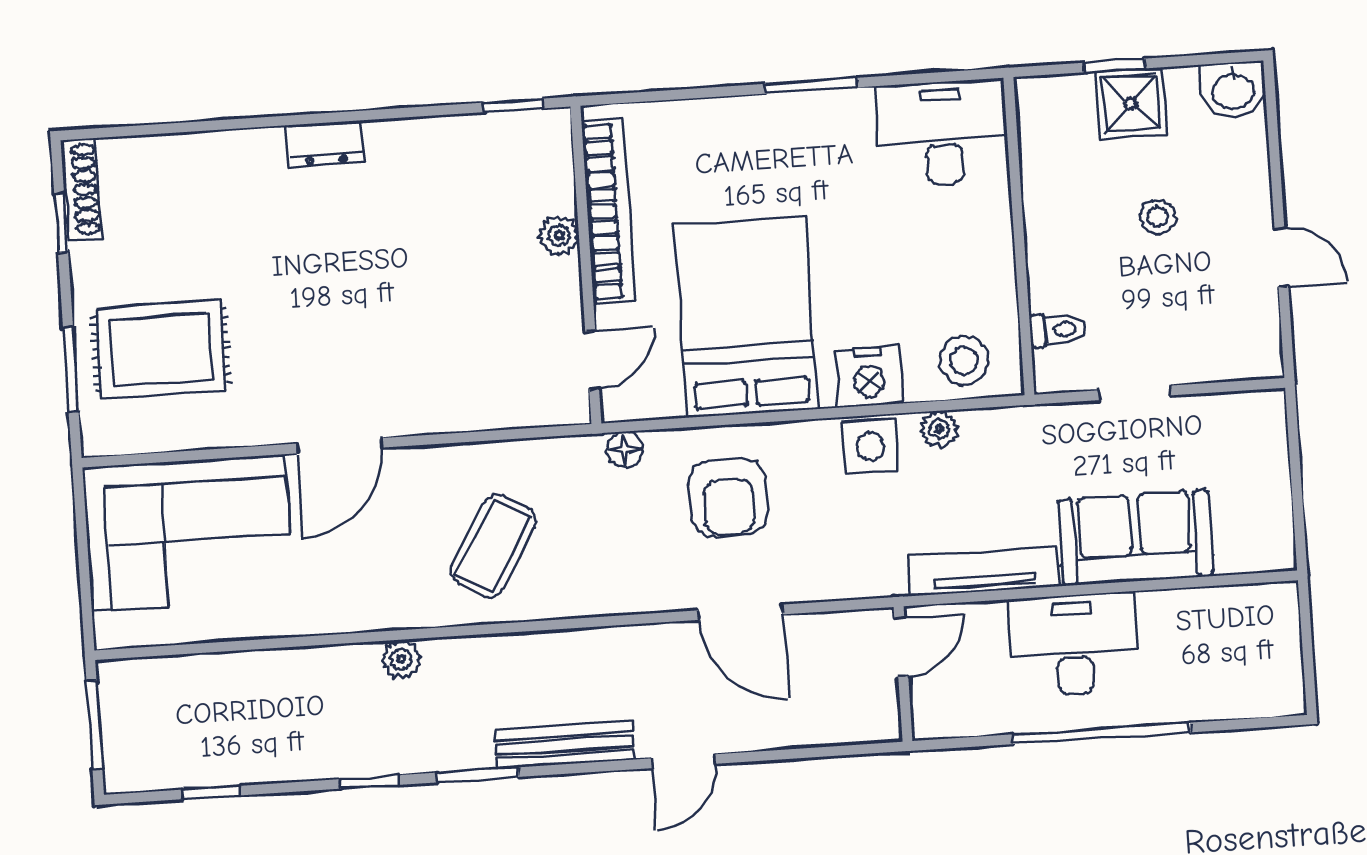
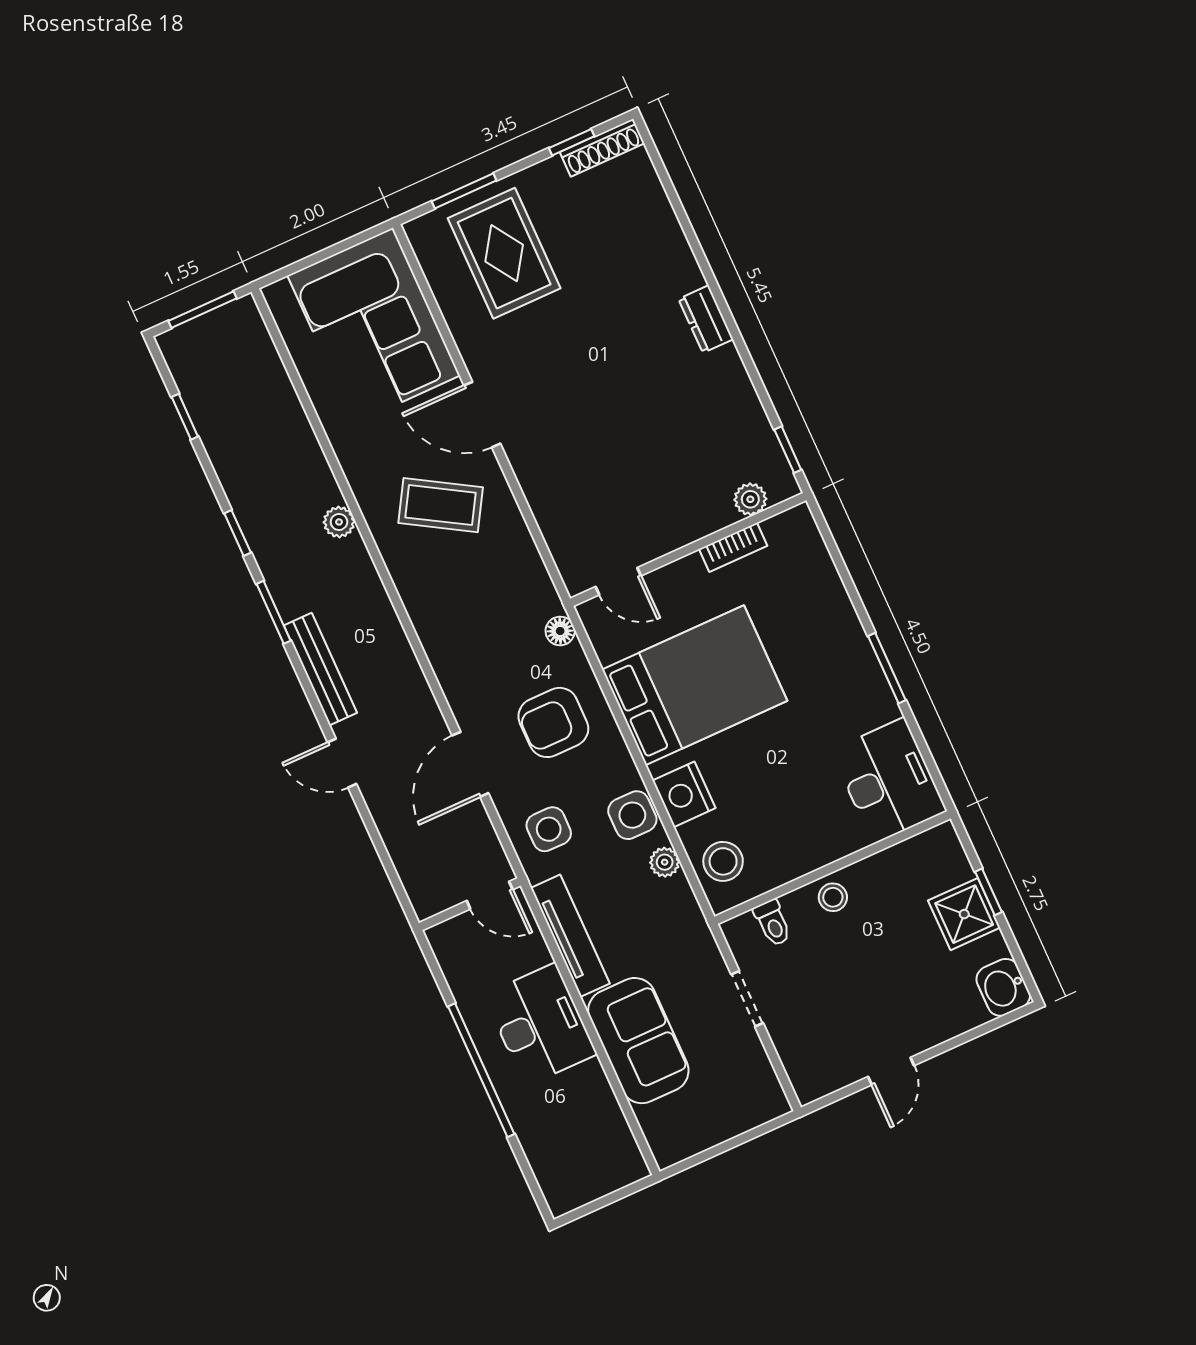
bookcase: (608, 211) -> (733, 547), width x0.43, depth x0.76
stool: (1158, 217) -> (833, 897), moved
plant: (559, 235) -> (750, 499), moved
coffee table: (493, 546) -> (441, 505), moved
side table: (850, 550) -> (549, 829), added

